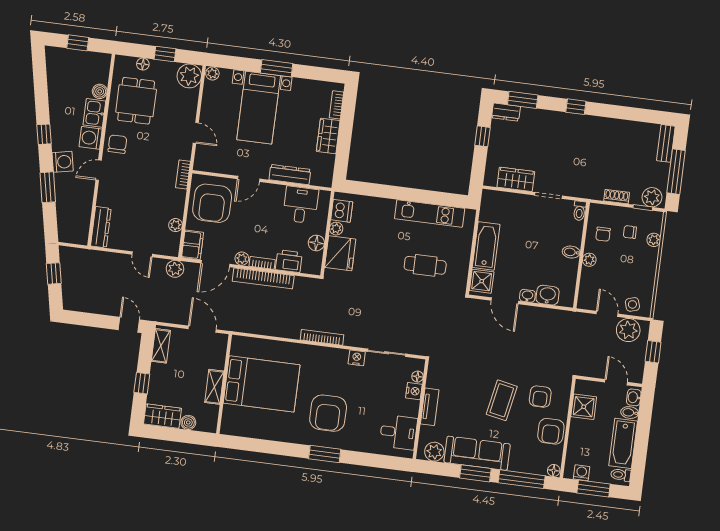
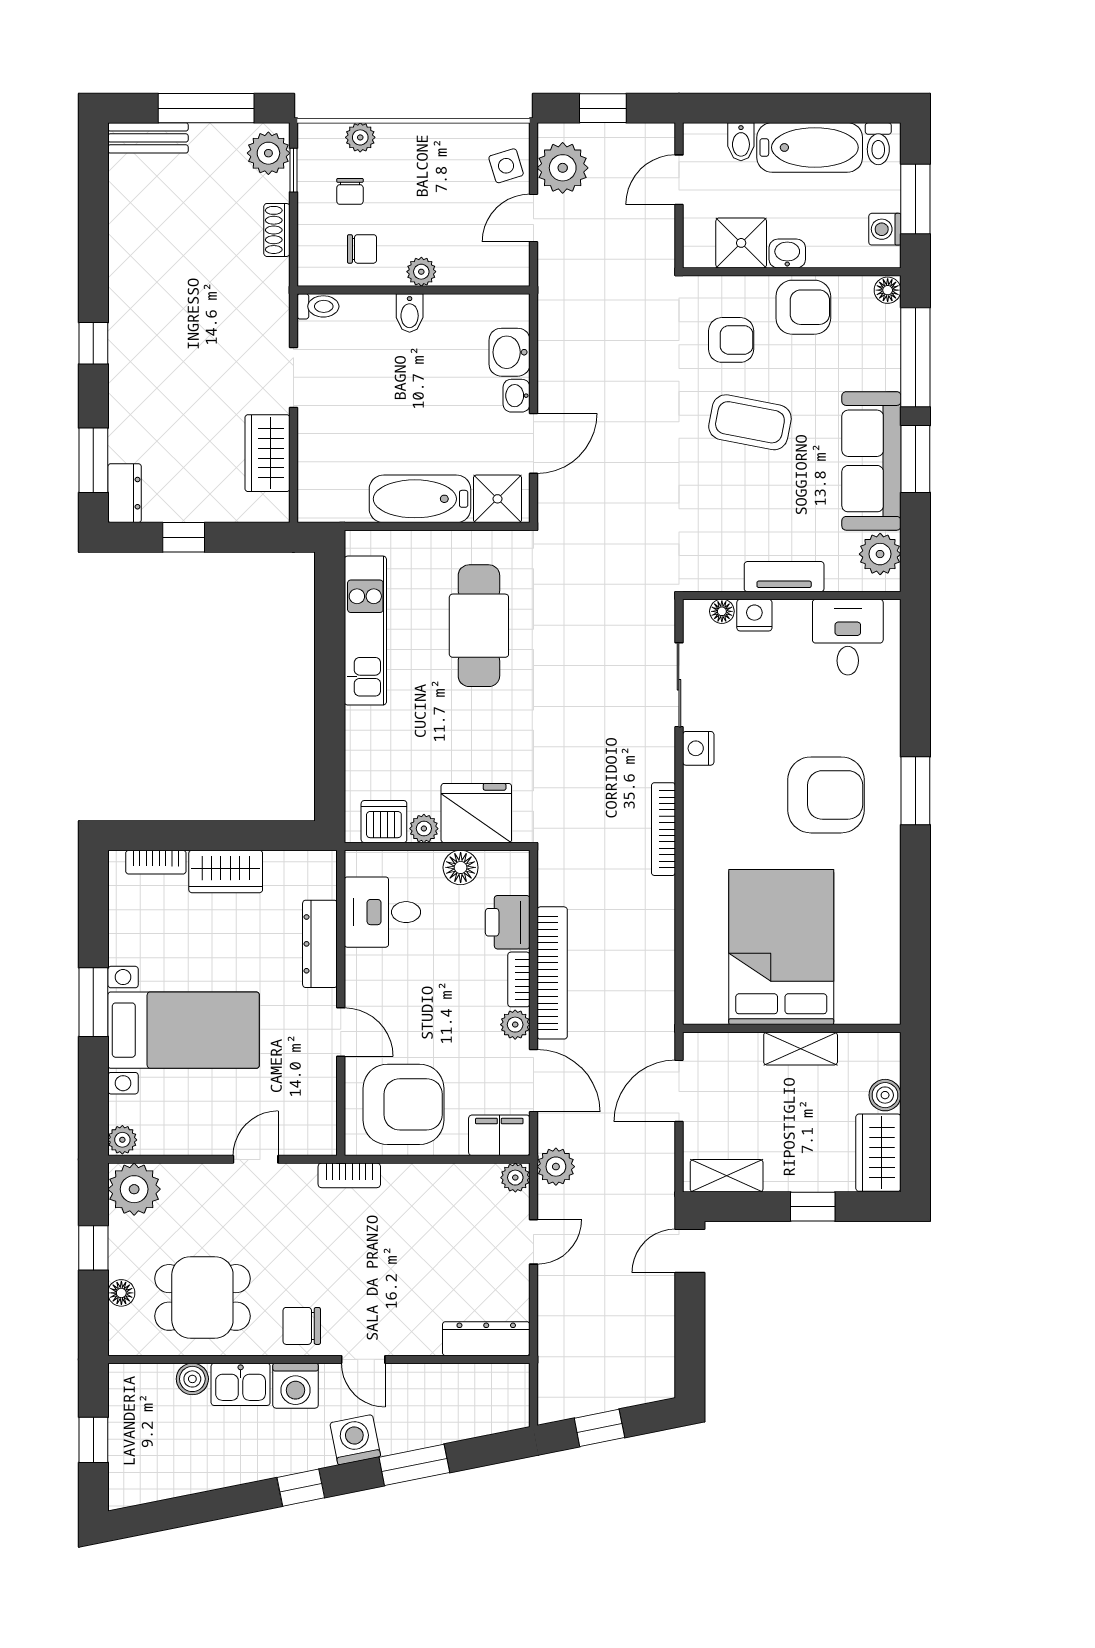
plant: (176, 225) -> (515, 1178), moved
cafe table: (425, 265) -> (479, 626), width x1.37, depth x1.35
washbasin: (634, 397) -> (787, 254), moved, turned 180

